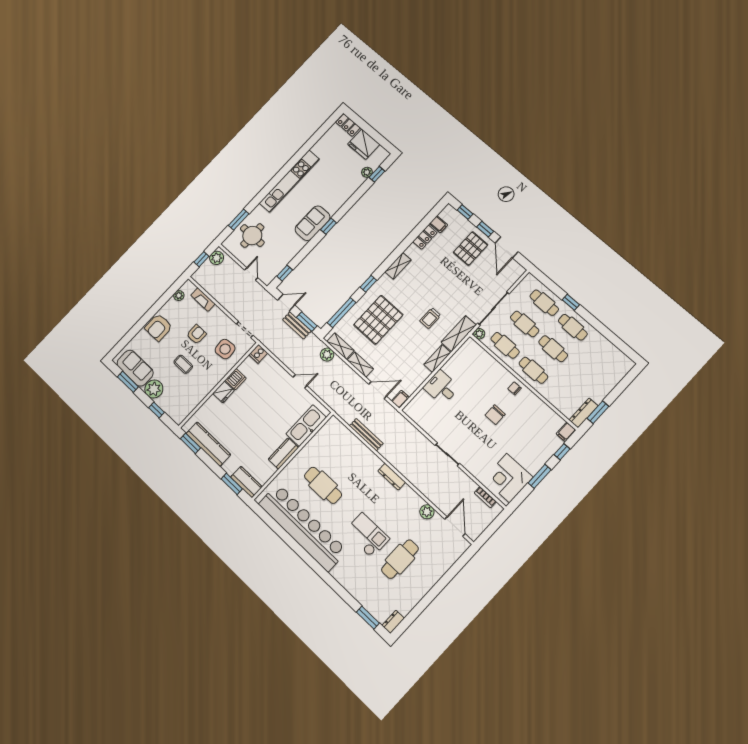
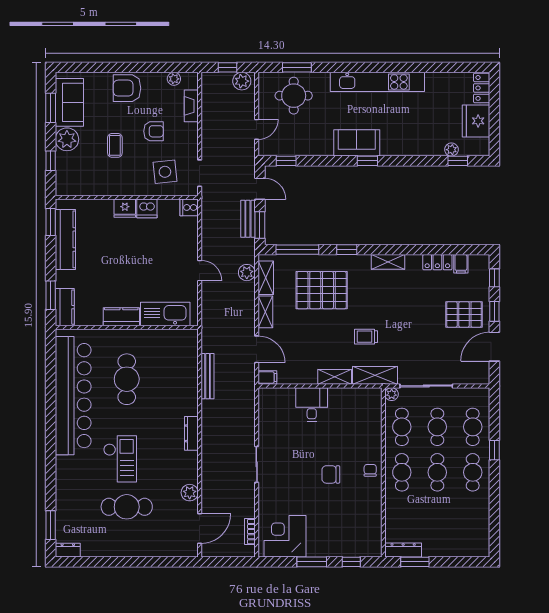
filing cabinet: (566, 432) -> (372, 550), removed

